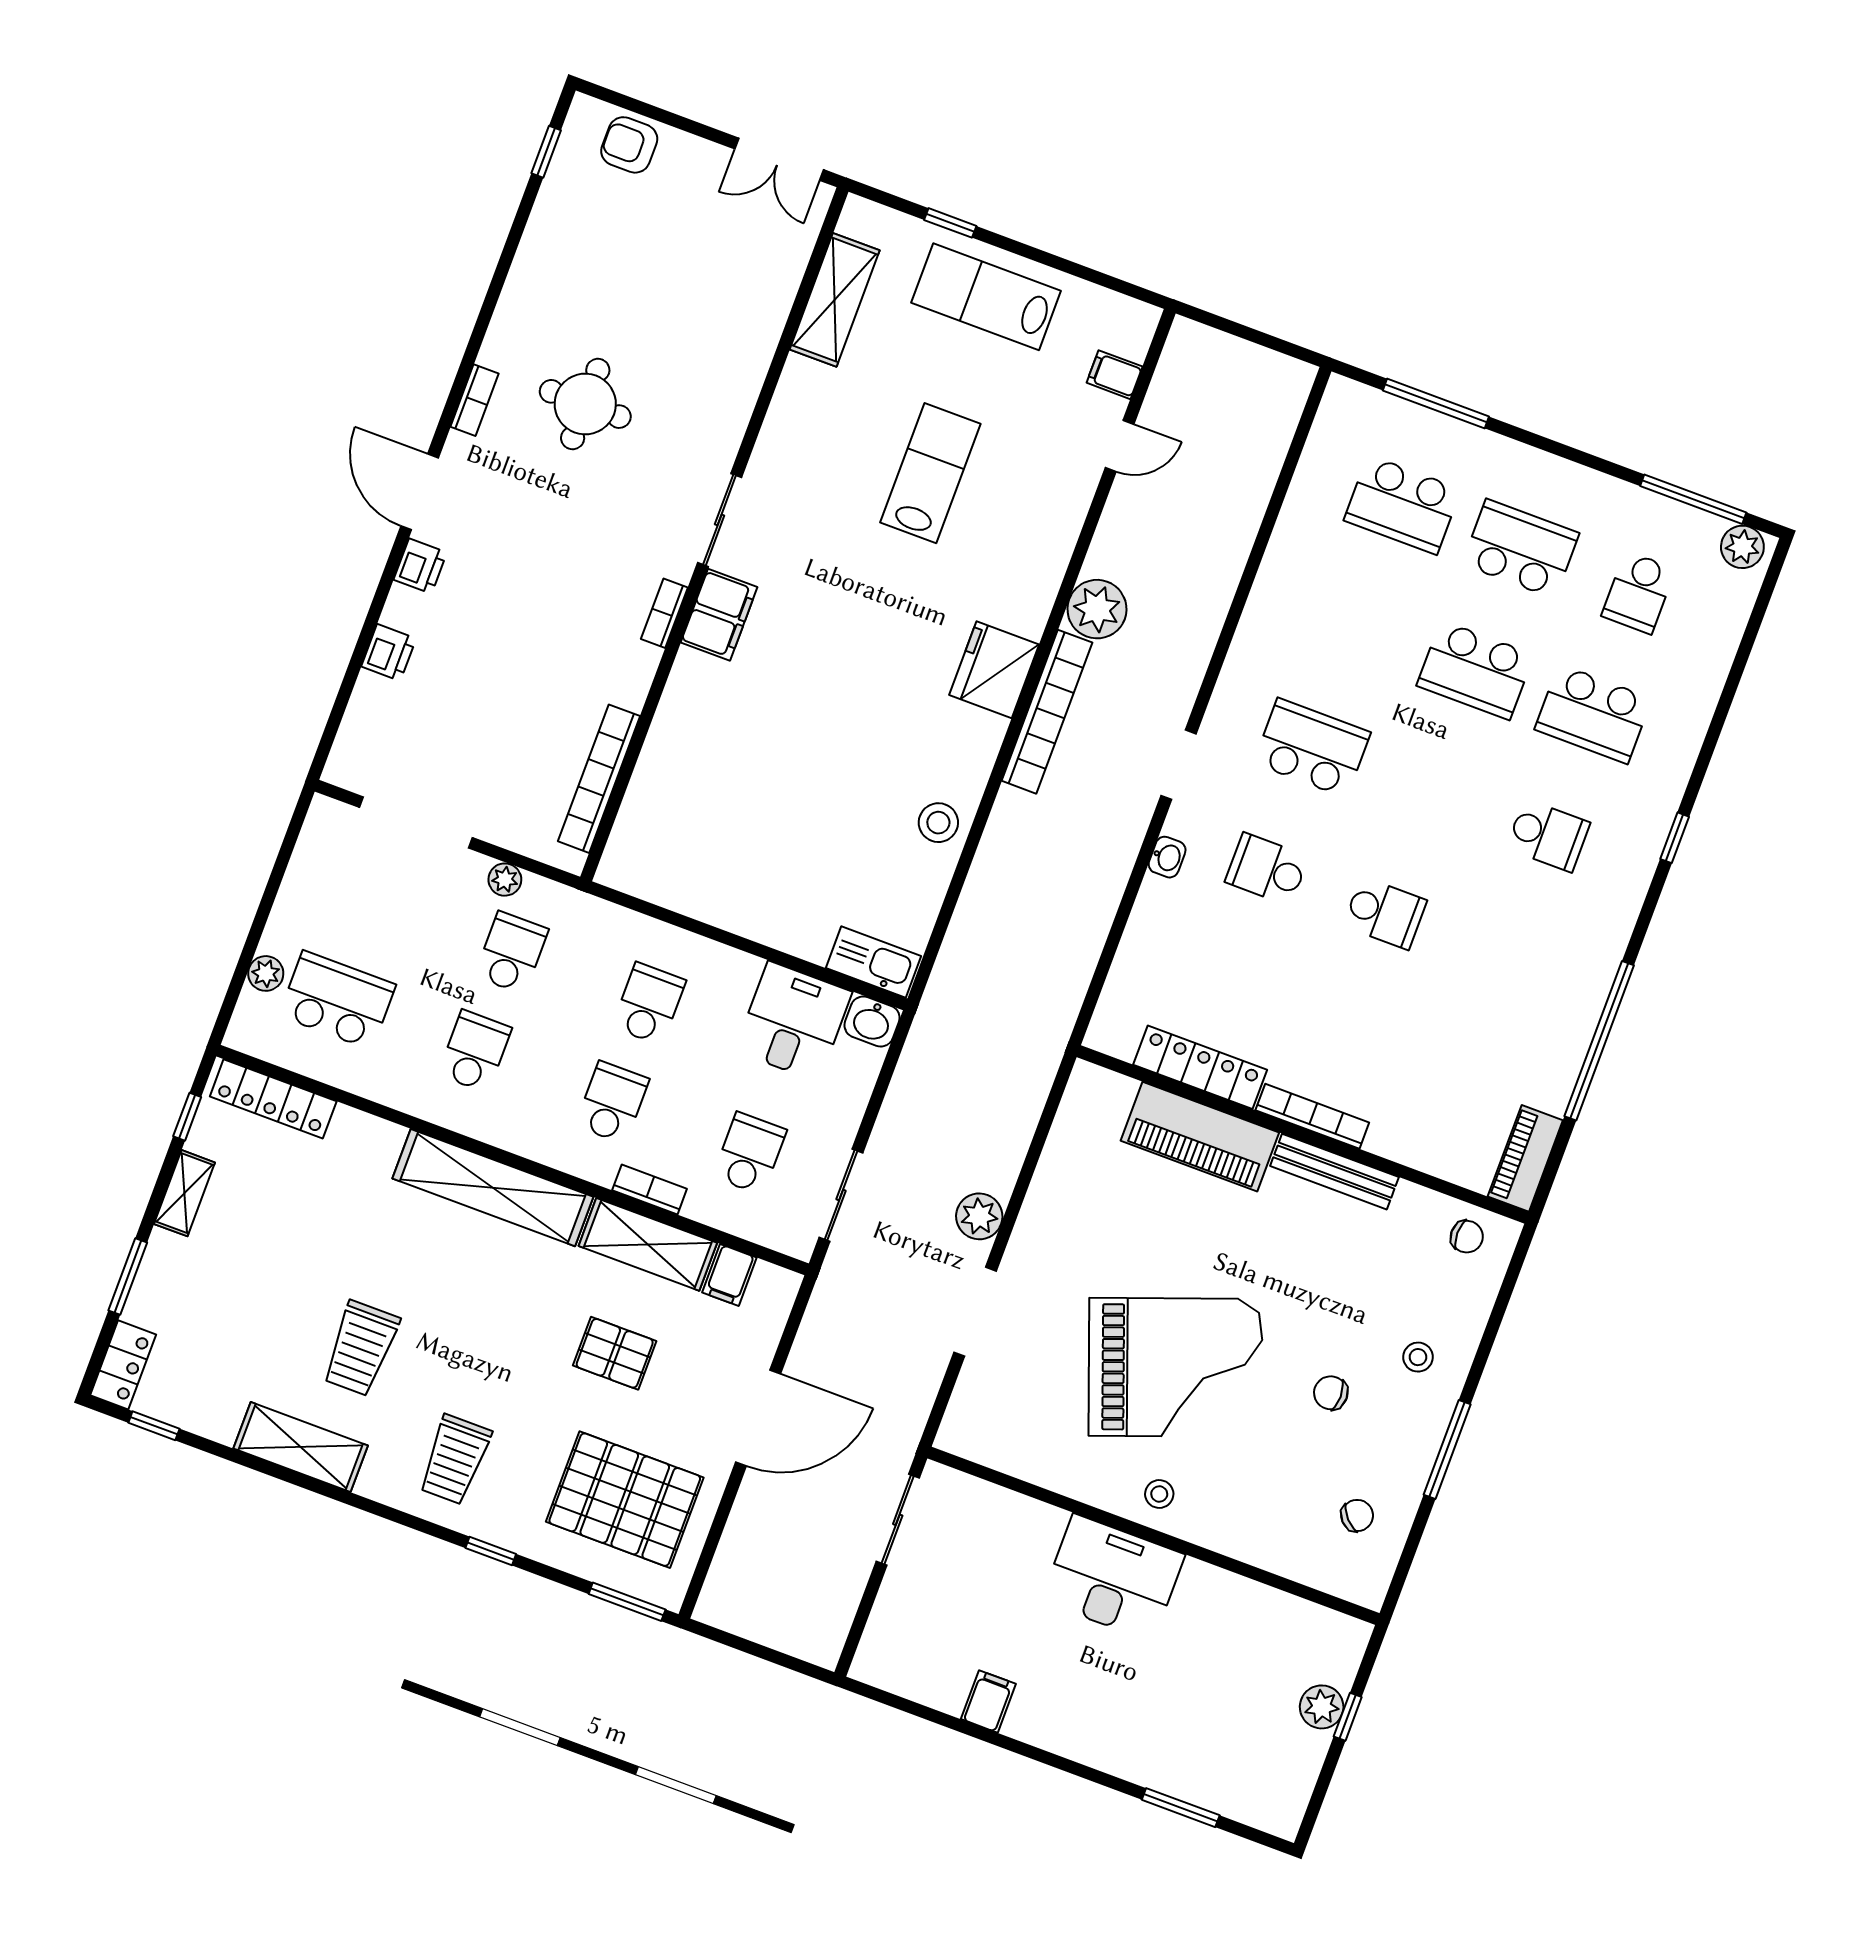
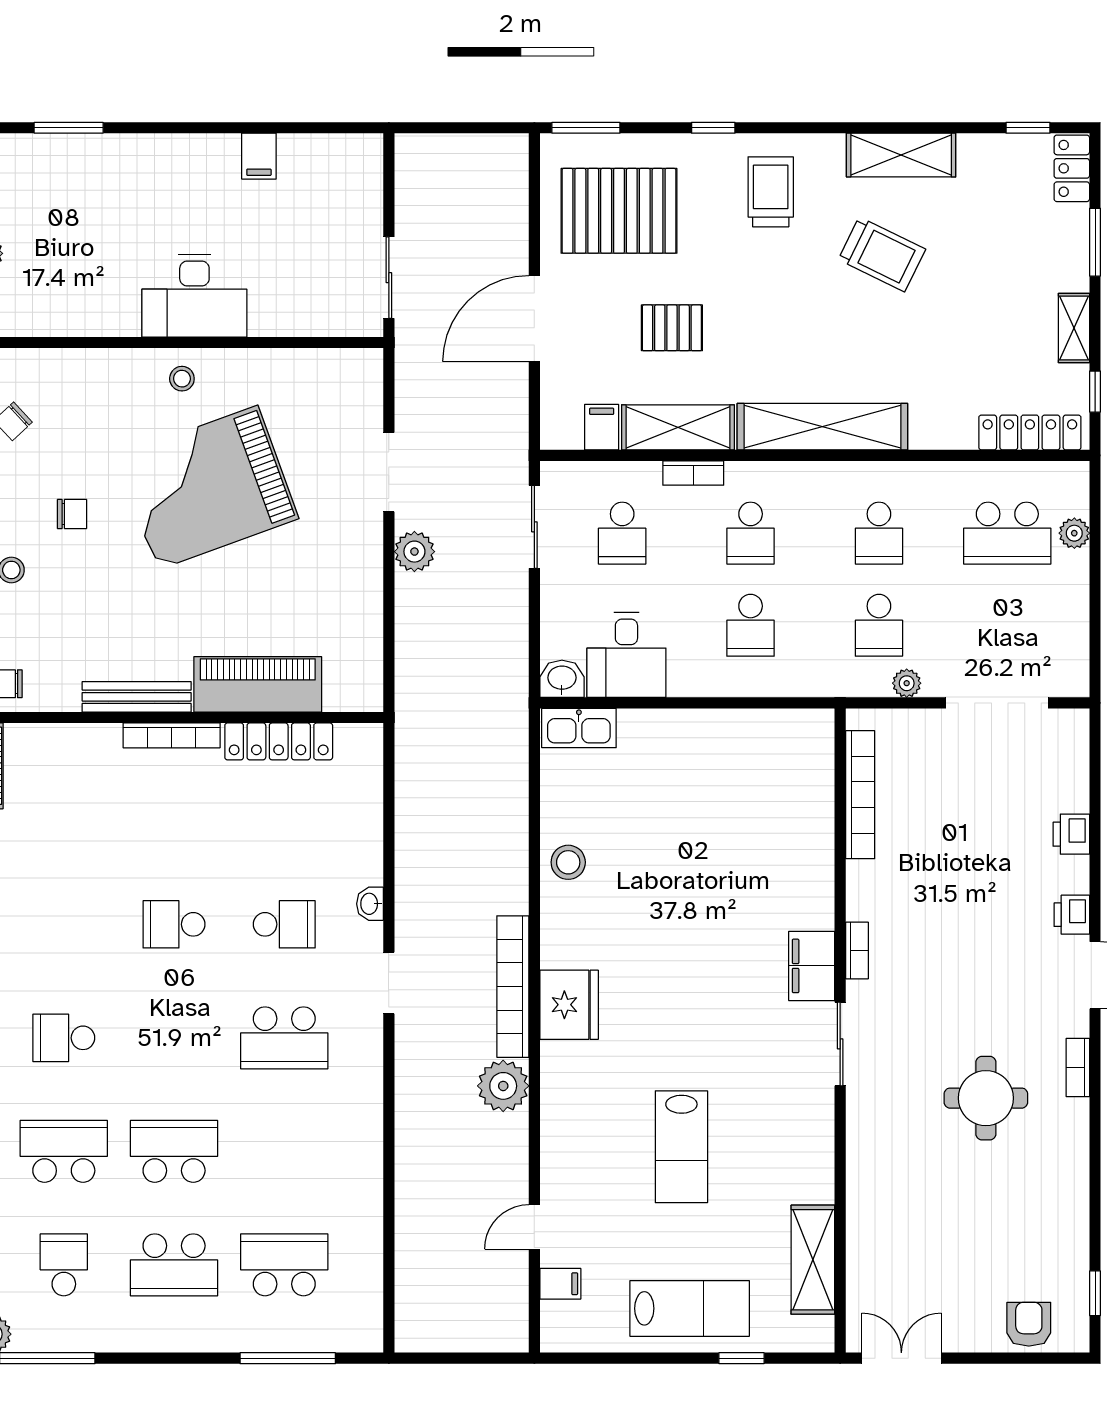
armchair: (629, 145) -> (1029, 1324), turned -90
trolley: (361, 1348) -> (882, 254), turned 116

